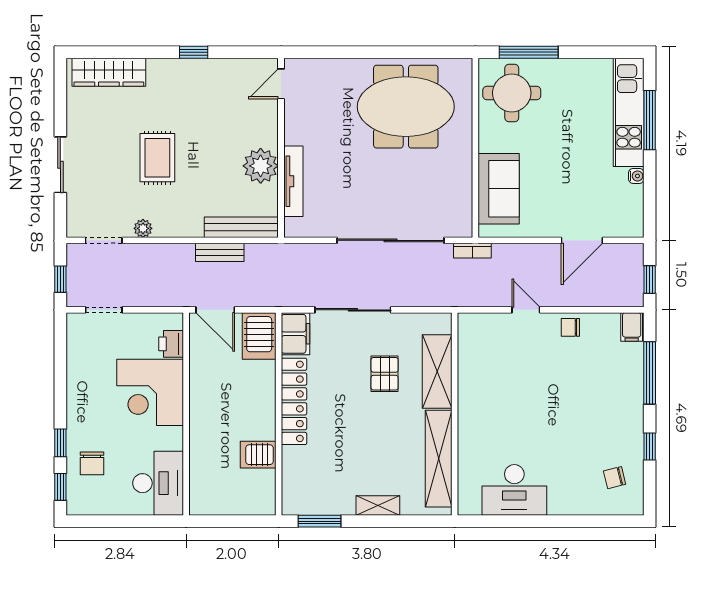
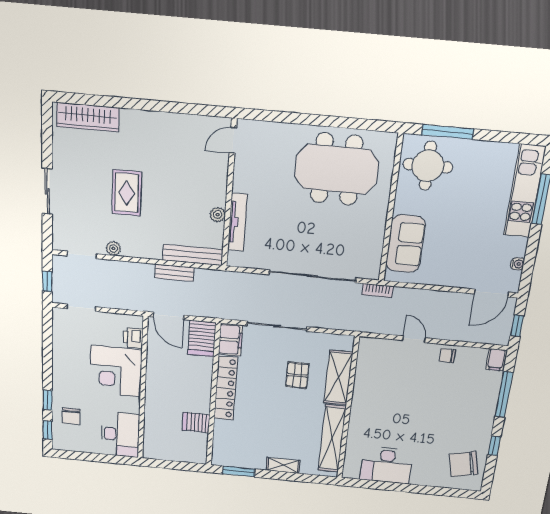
window: (194, 52) -> (160, 106), removed
plant: (261, 166) -> (218, 215), width x0.53, depth x0.53
water cooler: (636, 176) -> (518, 264), moved
door: (582, 240) -> (492, 293), moved
chair: (615, 478) -> (464, 464), width x1.87, depth x1.87

